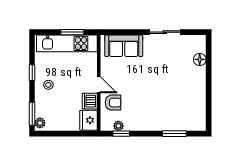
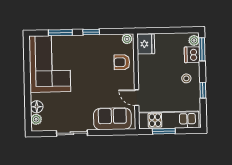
plant: (201, 47) -> (36, 119), added
door: (99, 85) -> (137, 98), moved
dishwasher: (90, 101) -> (192, 55), moved, turned 180
corner sofa: (186, 102) -> (50, 64), added
plant: (118, 126) -> (127, 39), moved
window: (121, 134) -> (91, 32), moved

